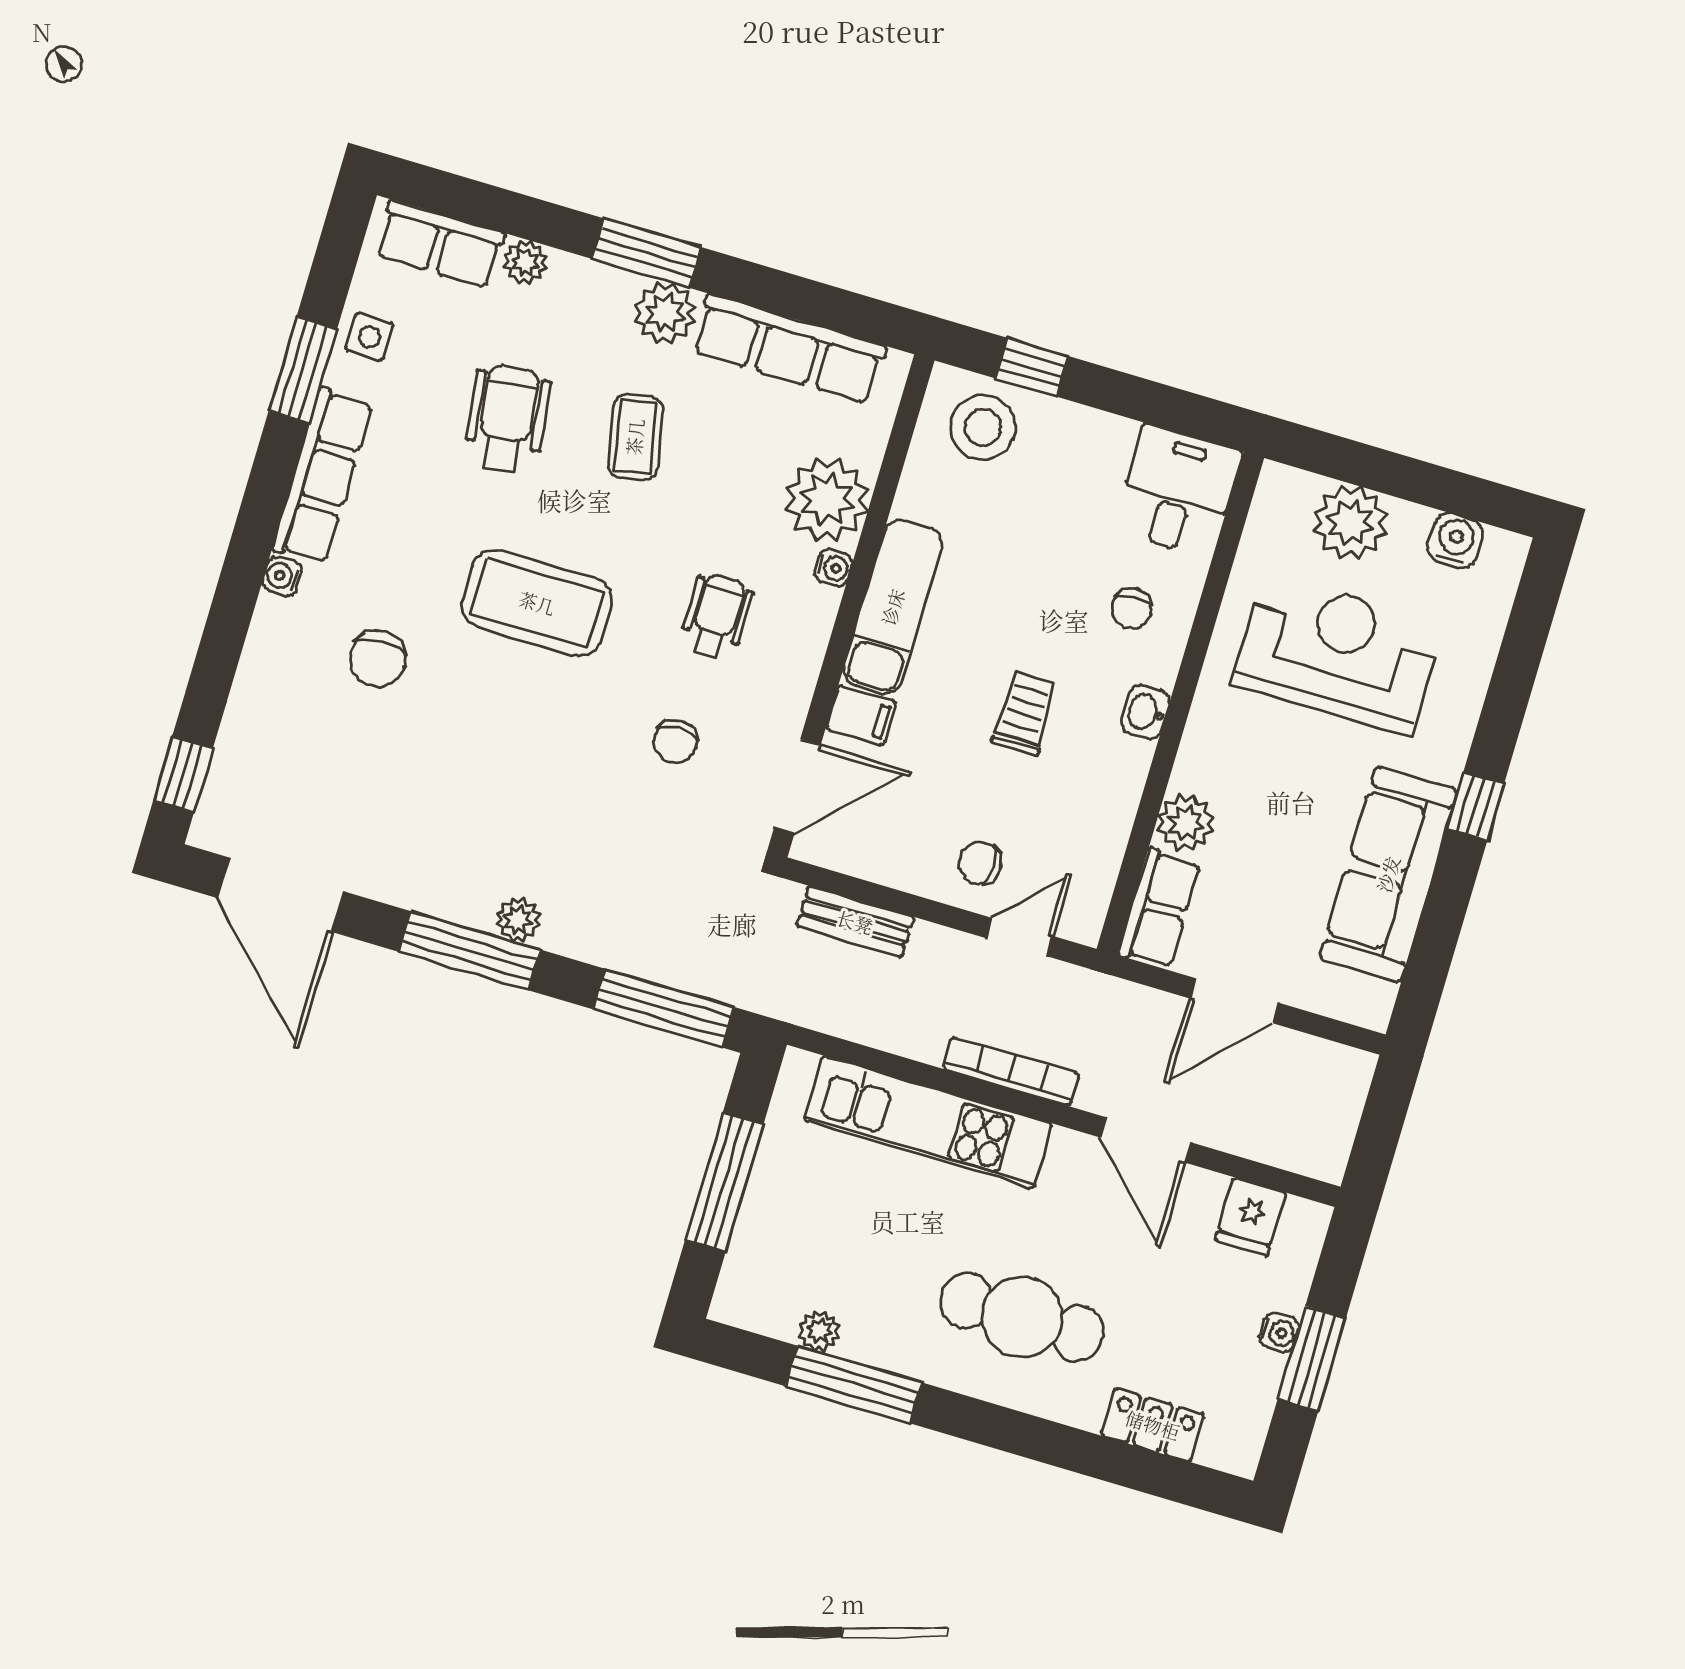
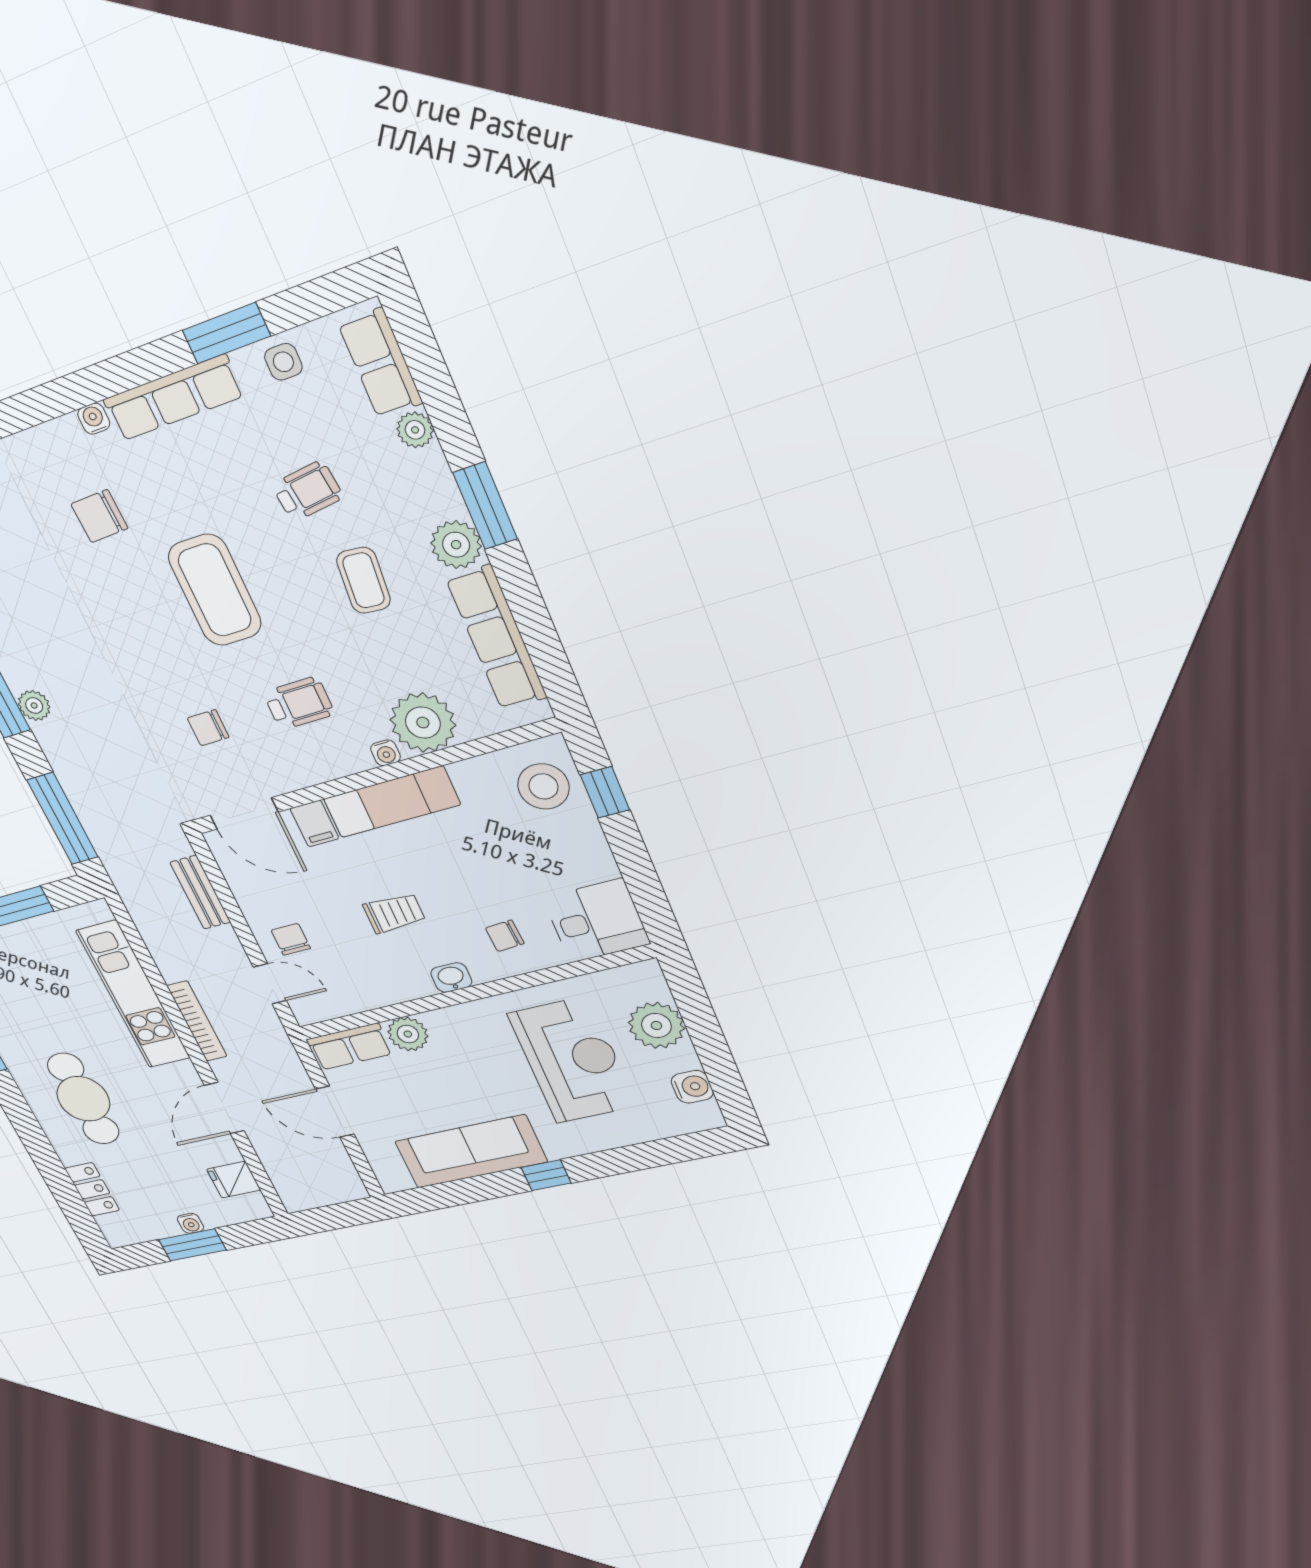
wheelchair: (507, 419) -> (307, 491), width x0.73, depth x0.73
coffee table: (635, 437) -> (364, 580), turned -74

